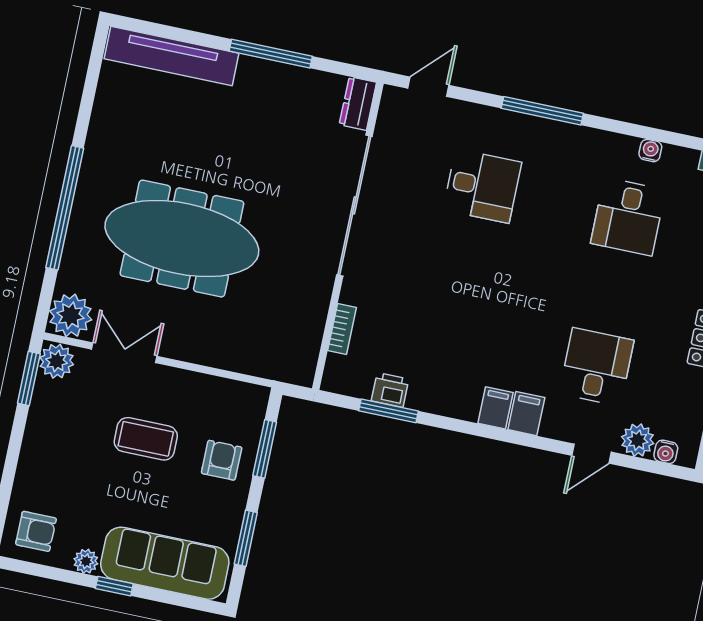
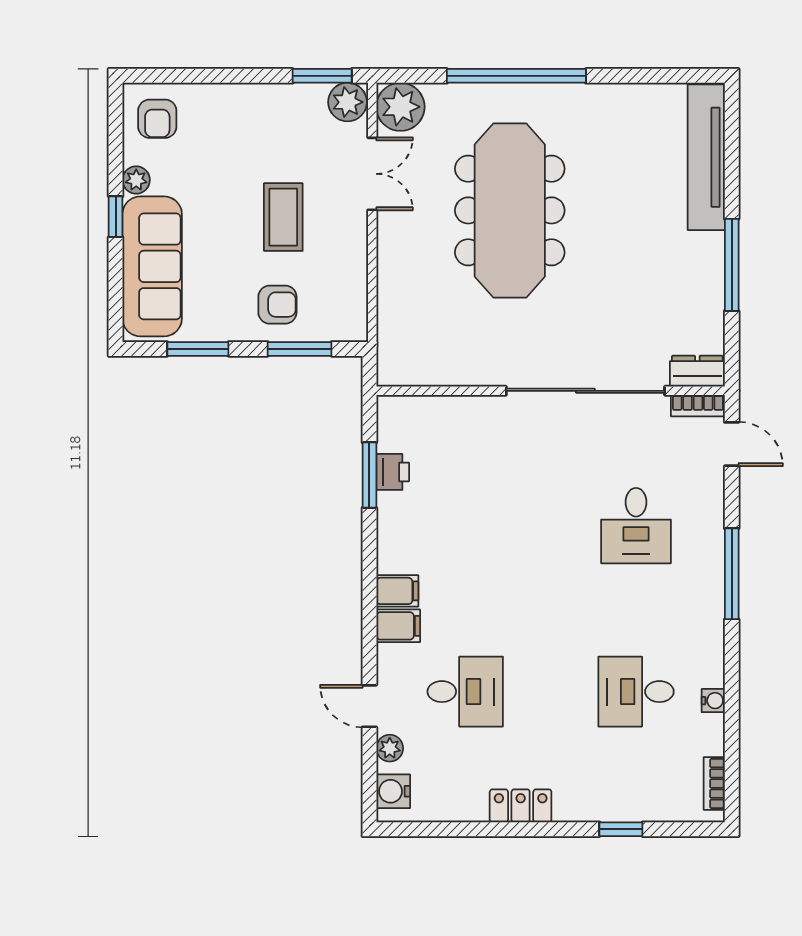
bookcase: (342, 329) -> (698, 406), moved
plant: (638, 440) -> (390, 748), width x0.73, depth x0.73
water cooler: (666, 452) -> (393, 791), width x1.38, depth x1.38

